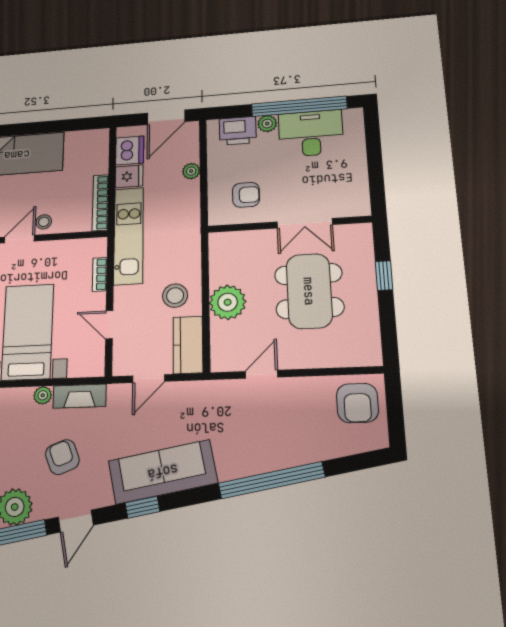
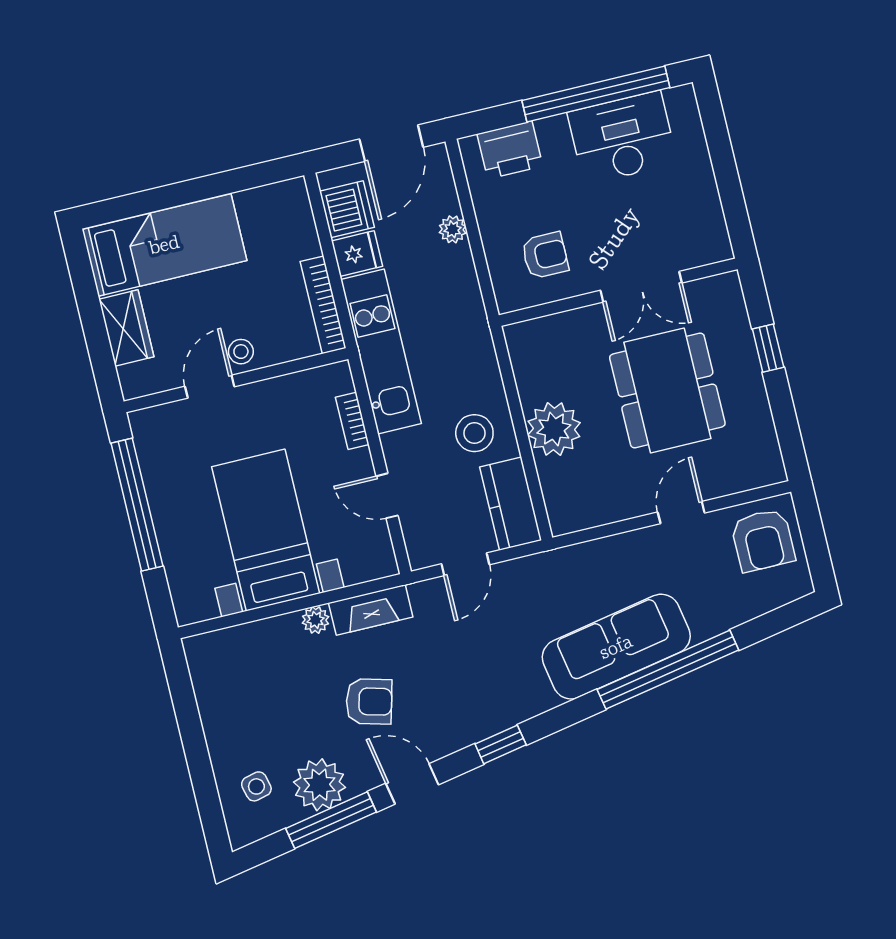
plant: (267, 124) -> (553, 131), removed
door: (262, 374) -> (681, 512), moved
armchair: (62, 457) -> (369, 701), turned 126
sofa: (163, 472) -> (616, 647), moved
door: (76, 521) -> (412, 784), swing flipped

